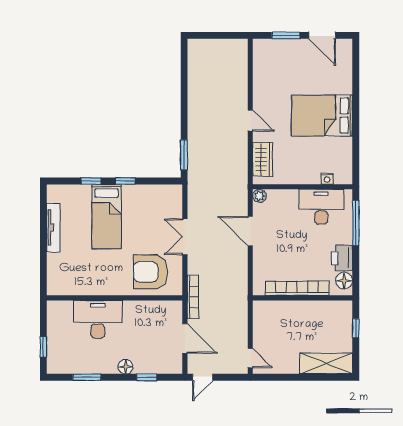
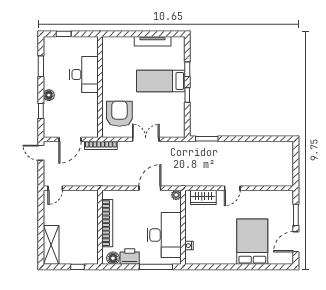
bed: (322, 116) -> (252, 242), moved
desk: (321, 207) -> (164, 235), width x1.36, depth x1.30

